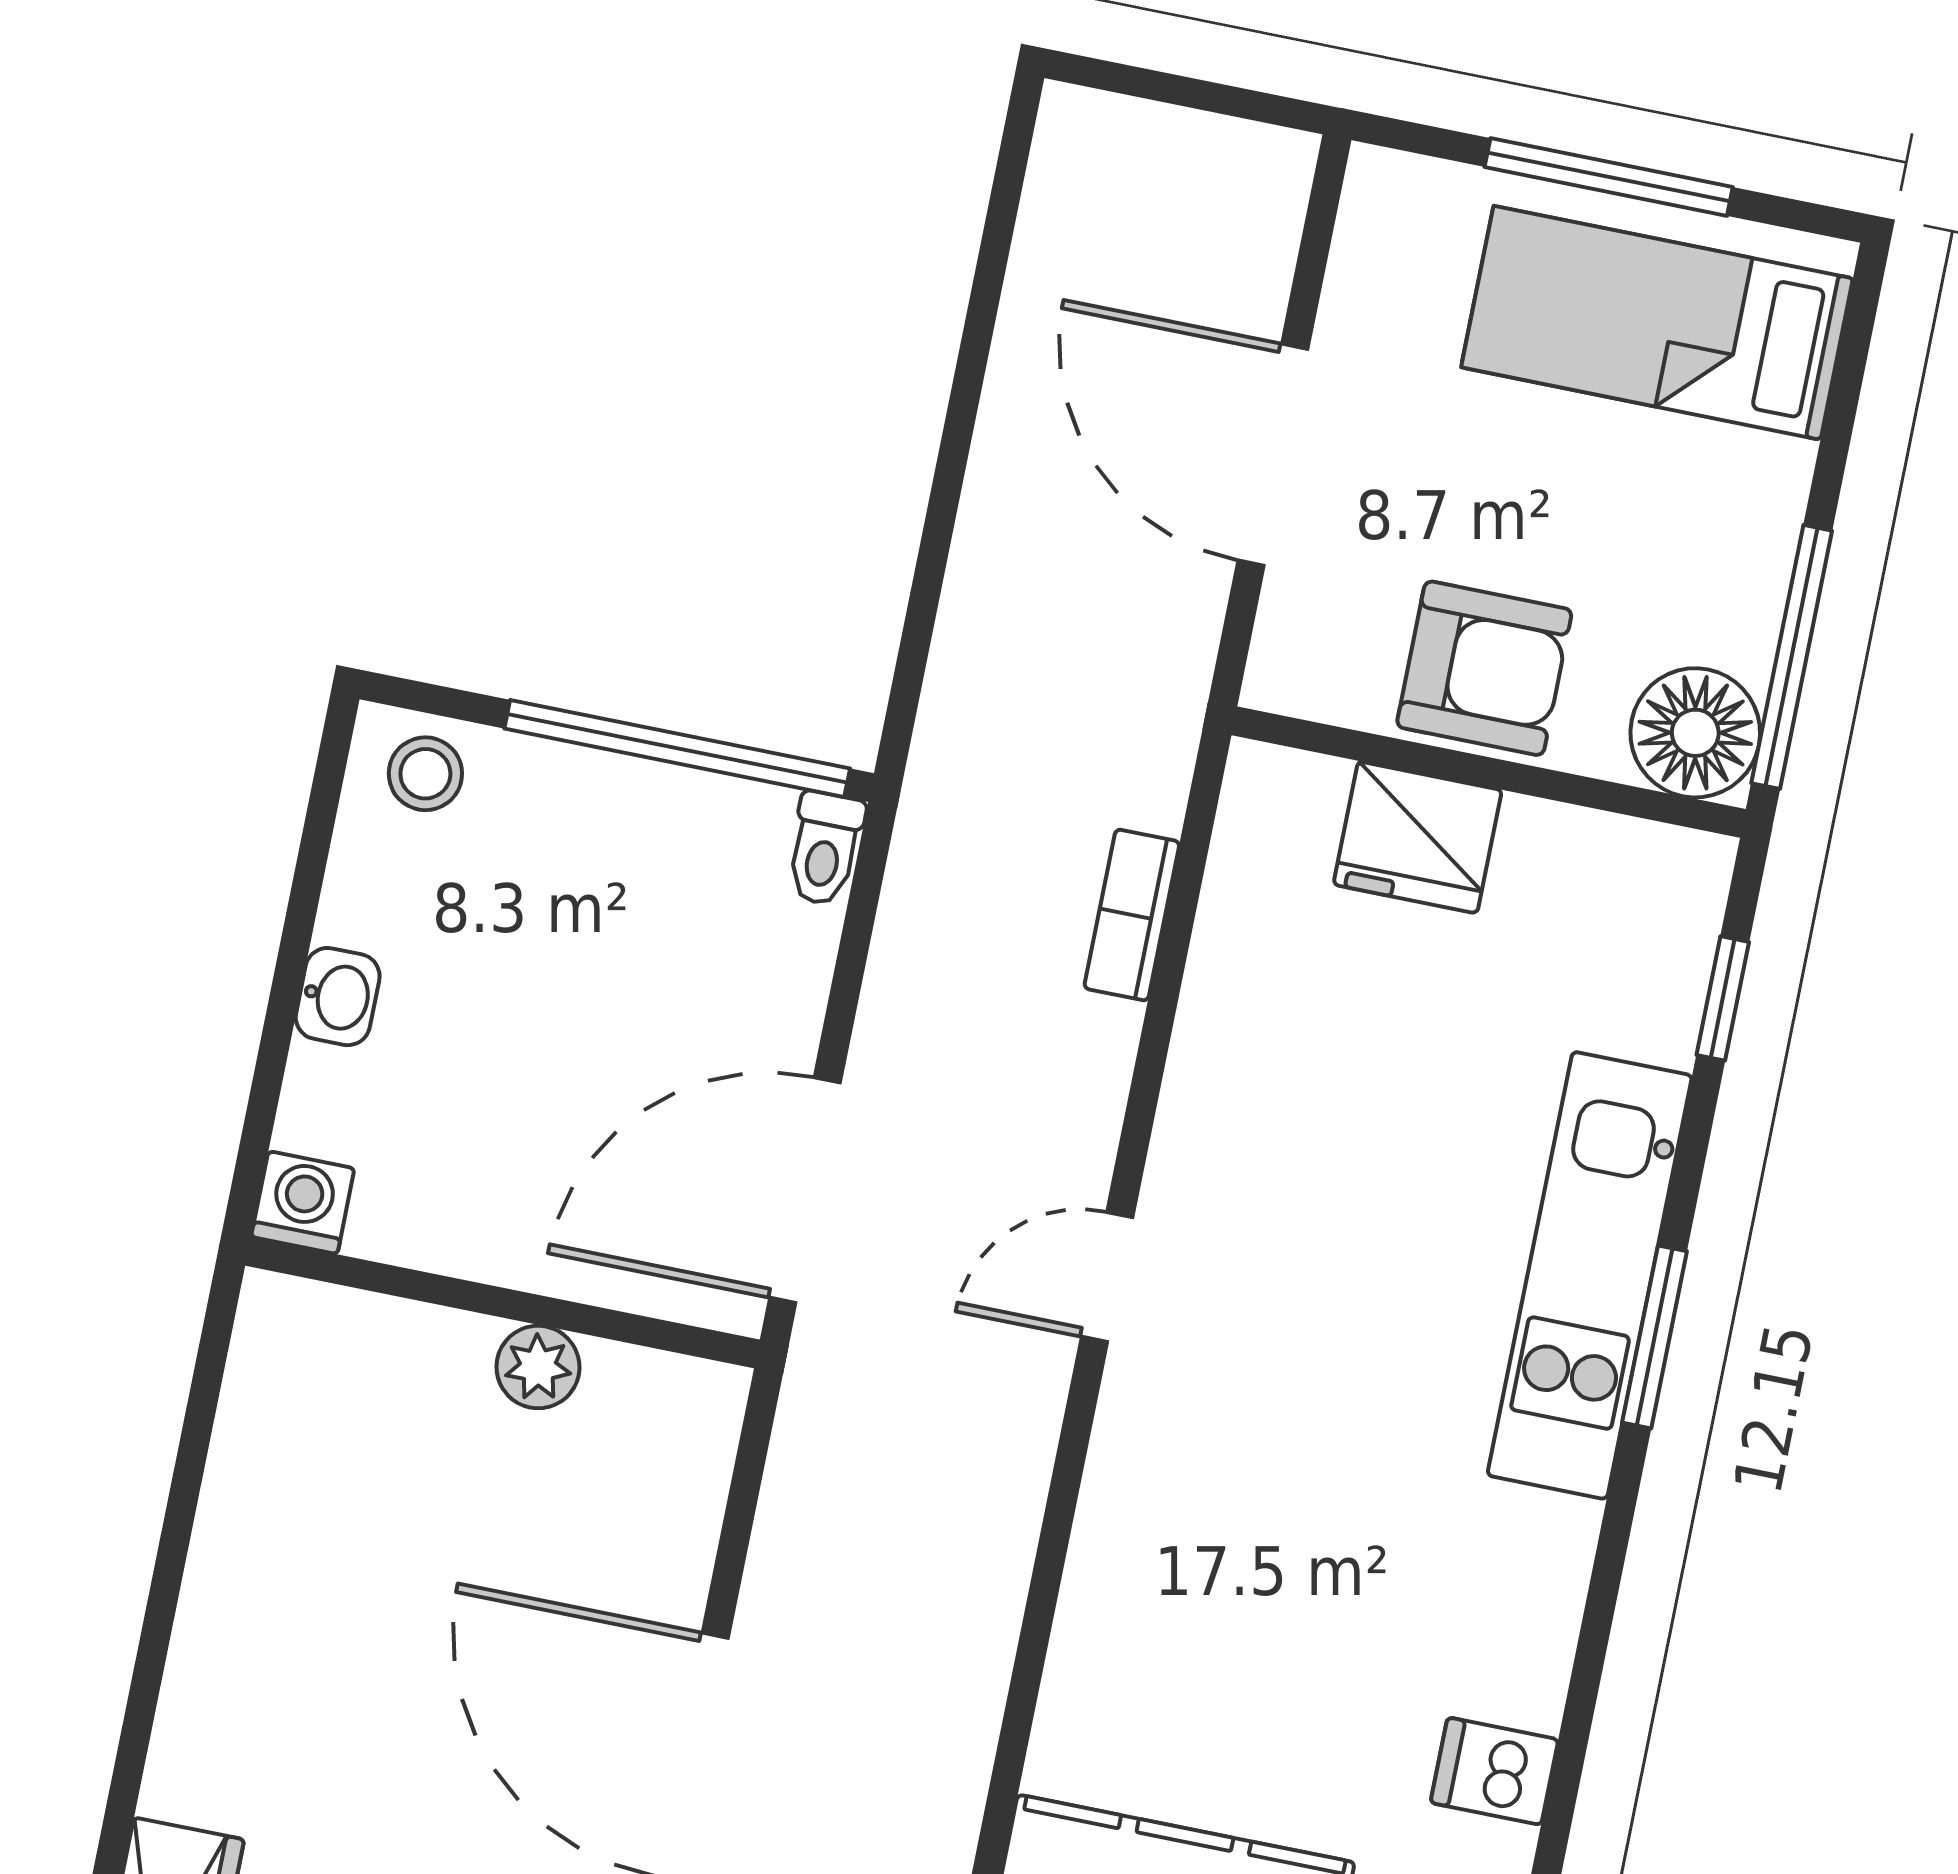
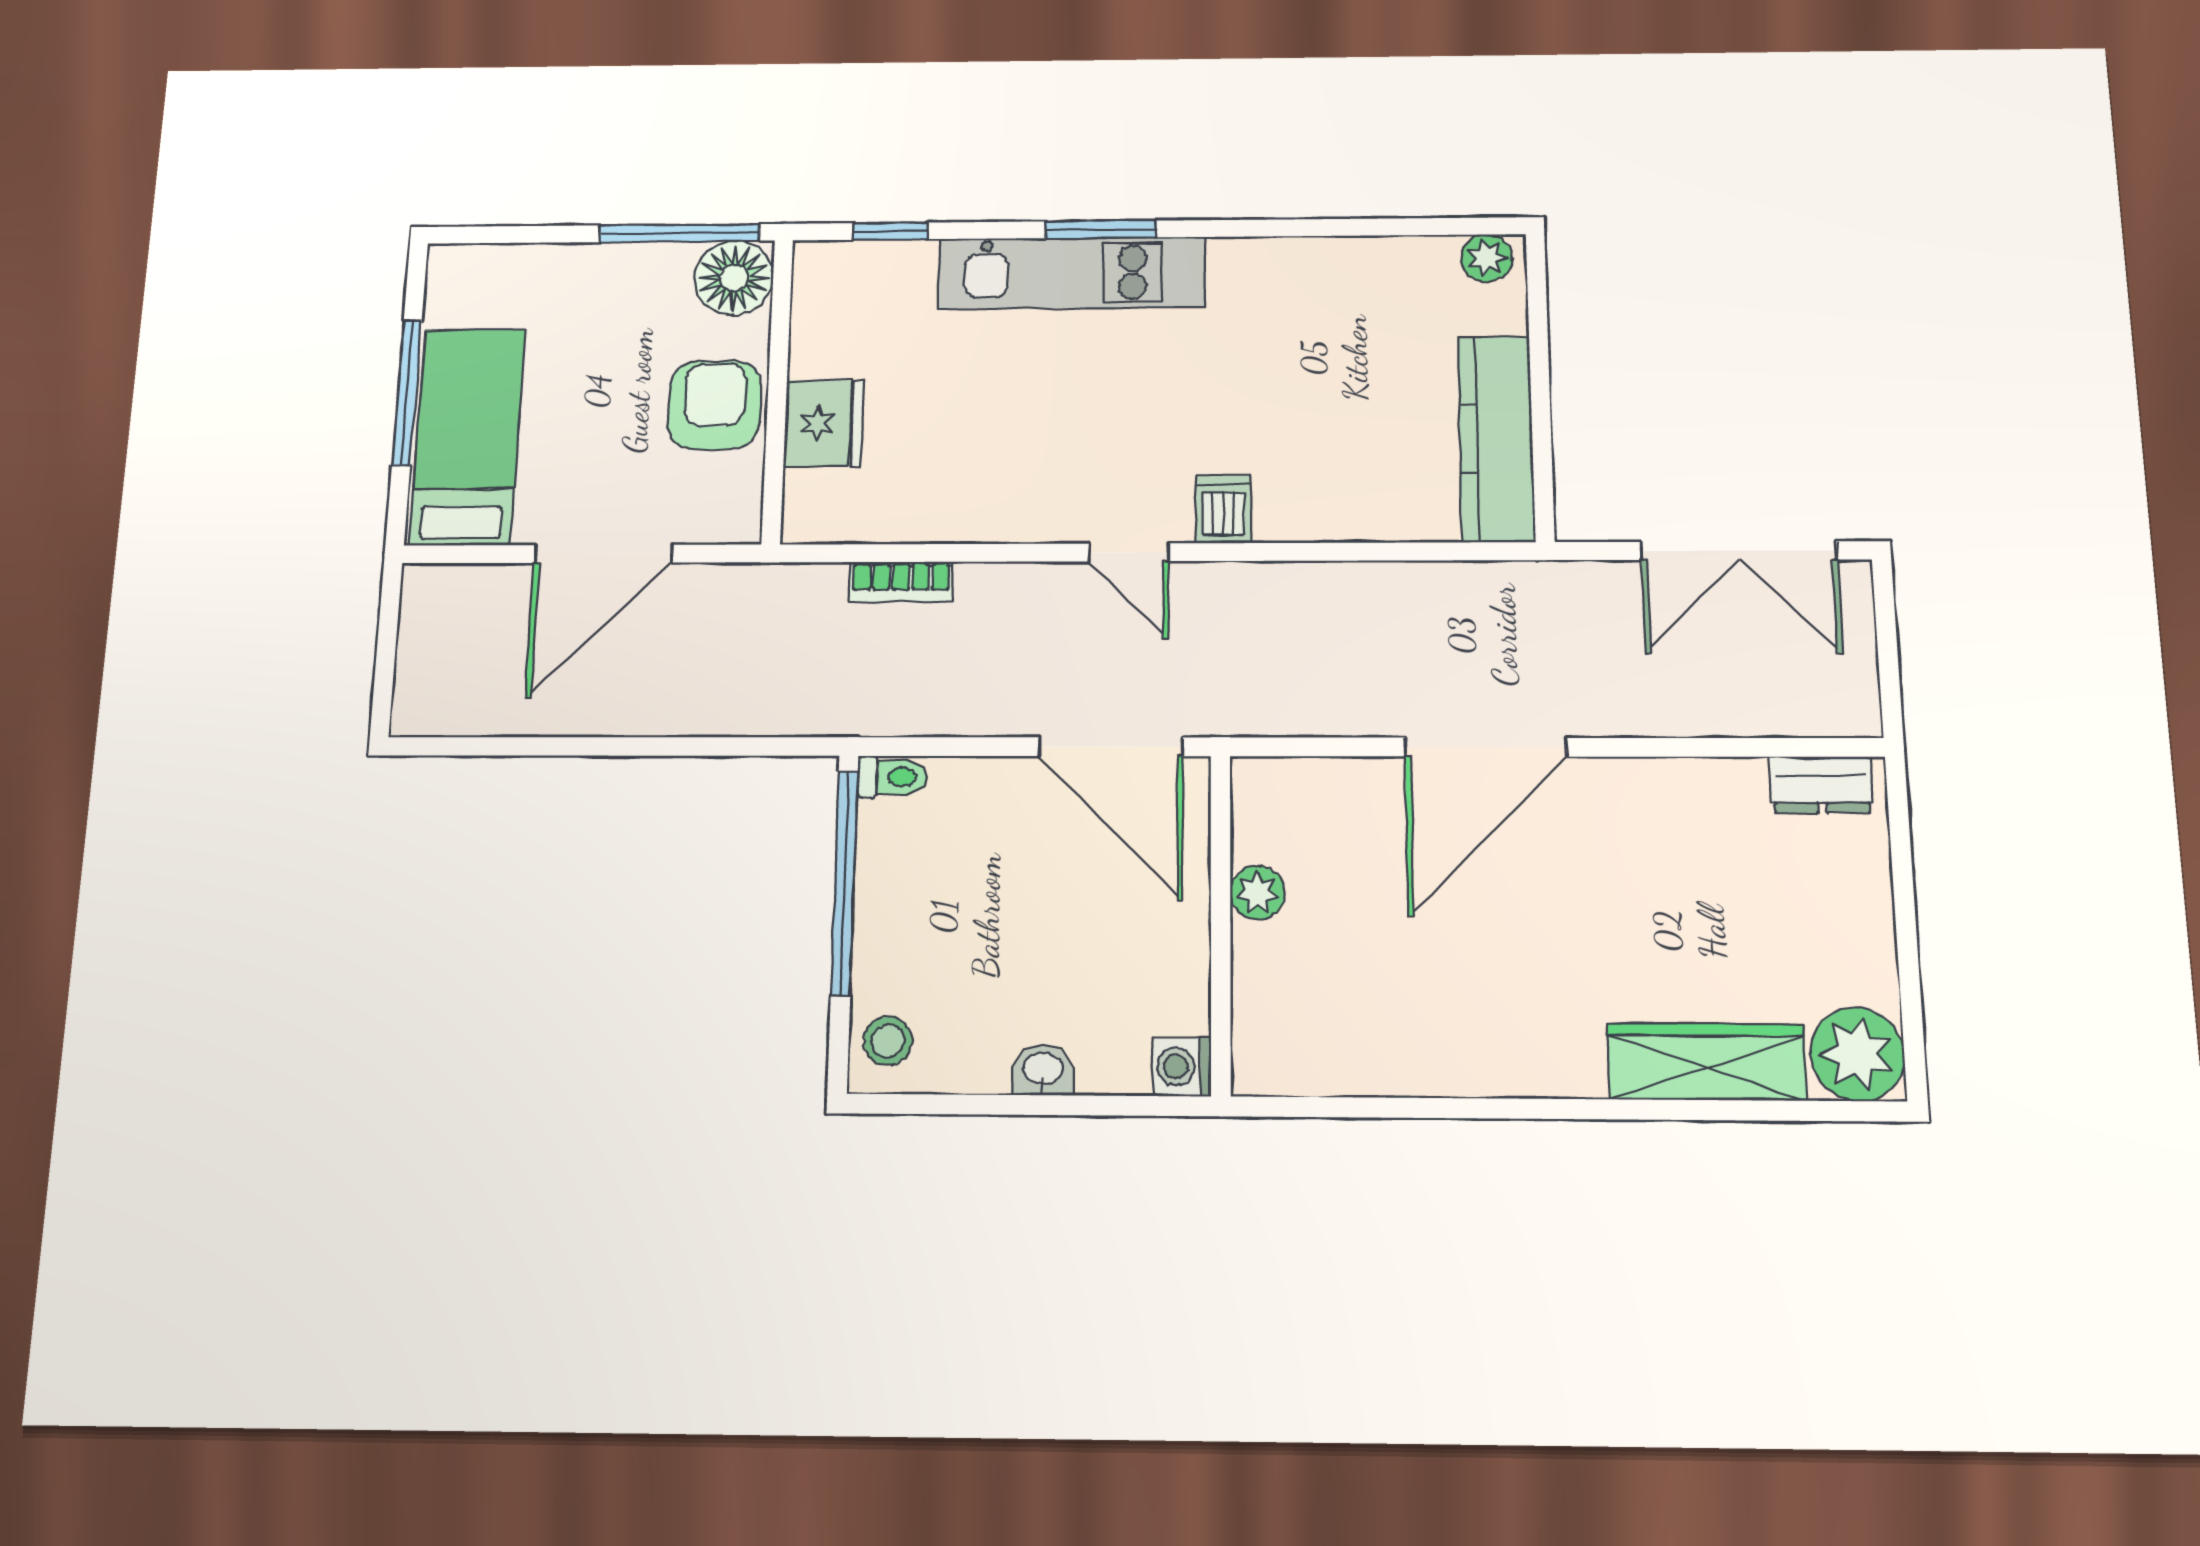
bed: (1657, 323) -> (467, 437), moved, turned 180
dishwasher: (1494, 1771) -> (1223, 509), moved, turned 180

